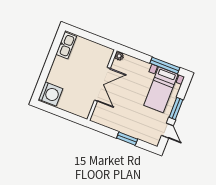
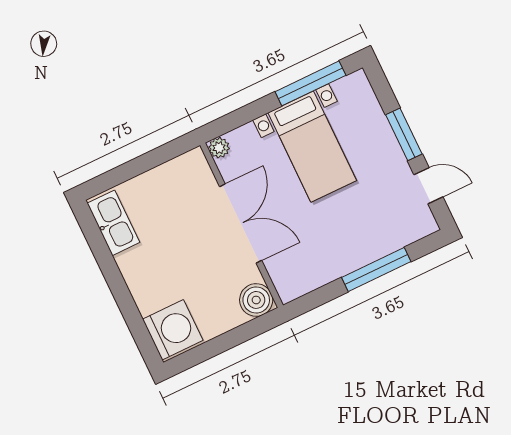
bed with nightstands: (161, 90) -> (312, 147), moved
boiler: (83, 111) -> (256, 300), added
window: (127, 139) -> (376, 269), width x1.44

